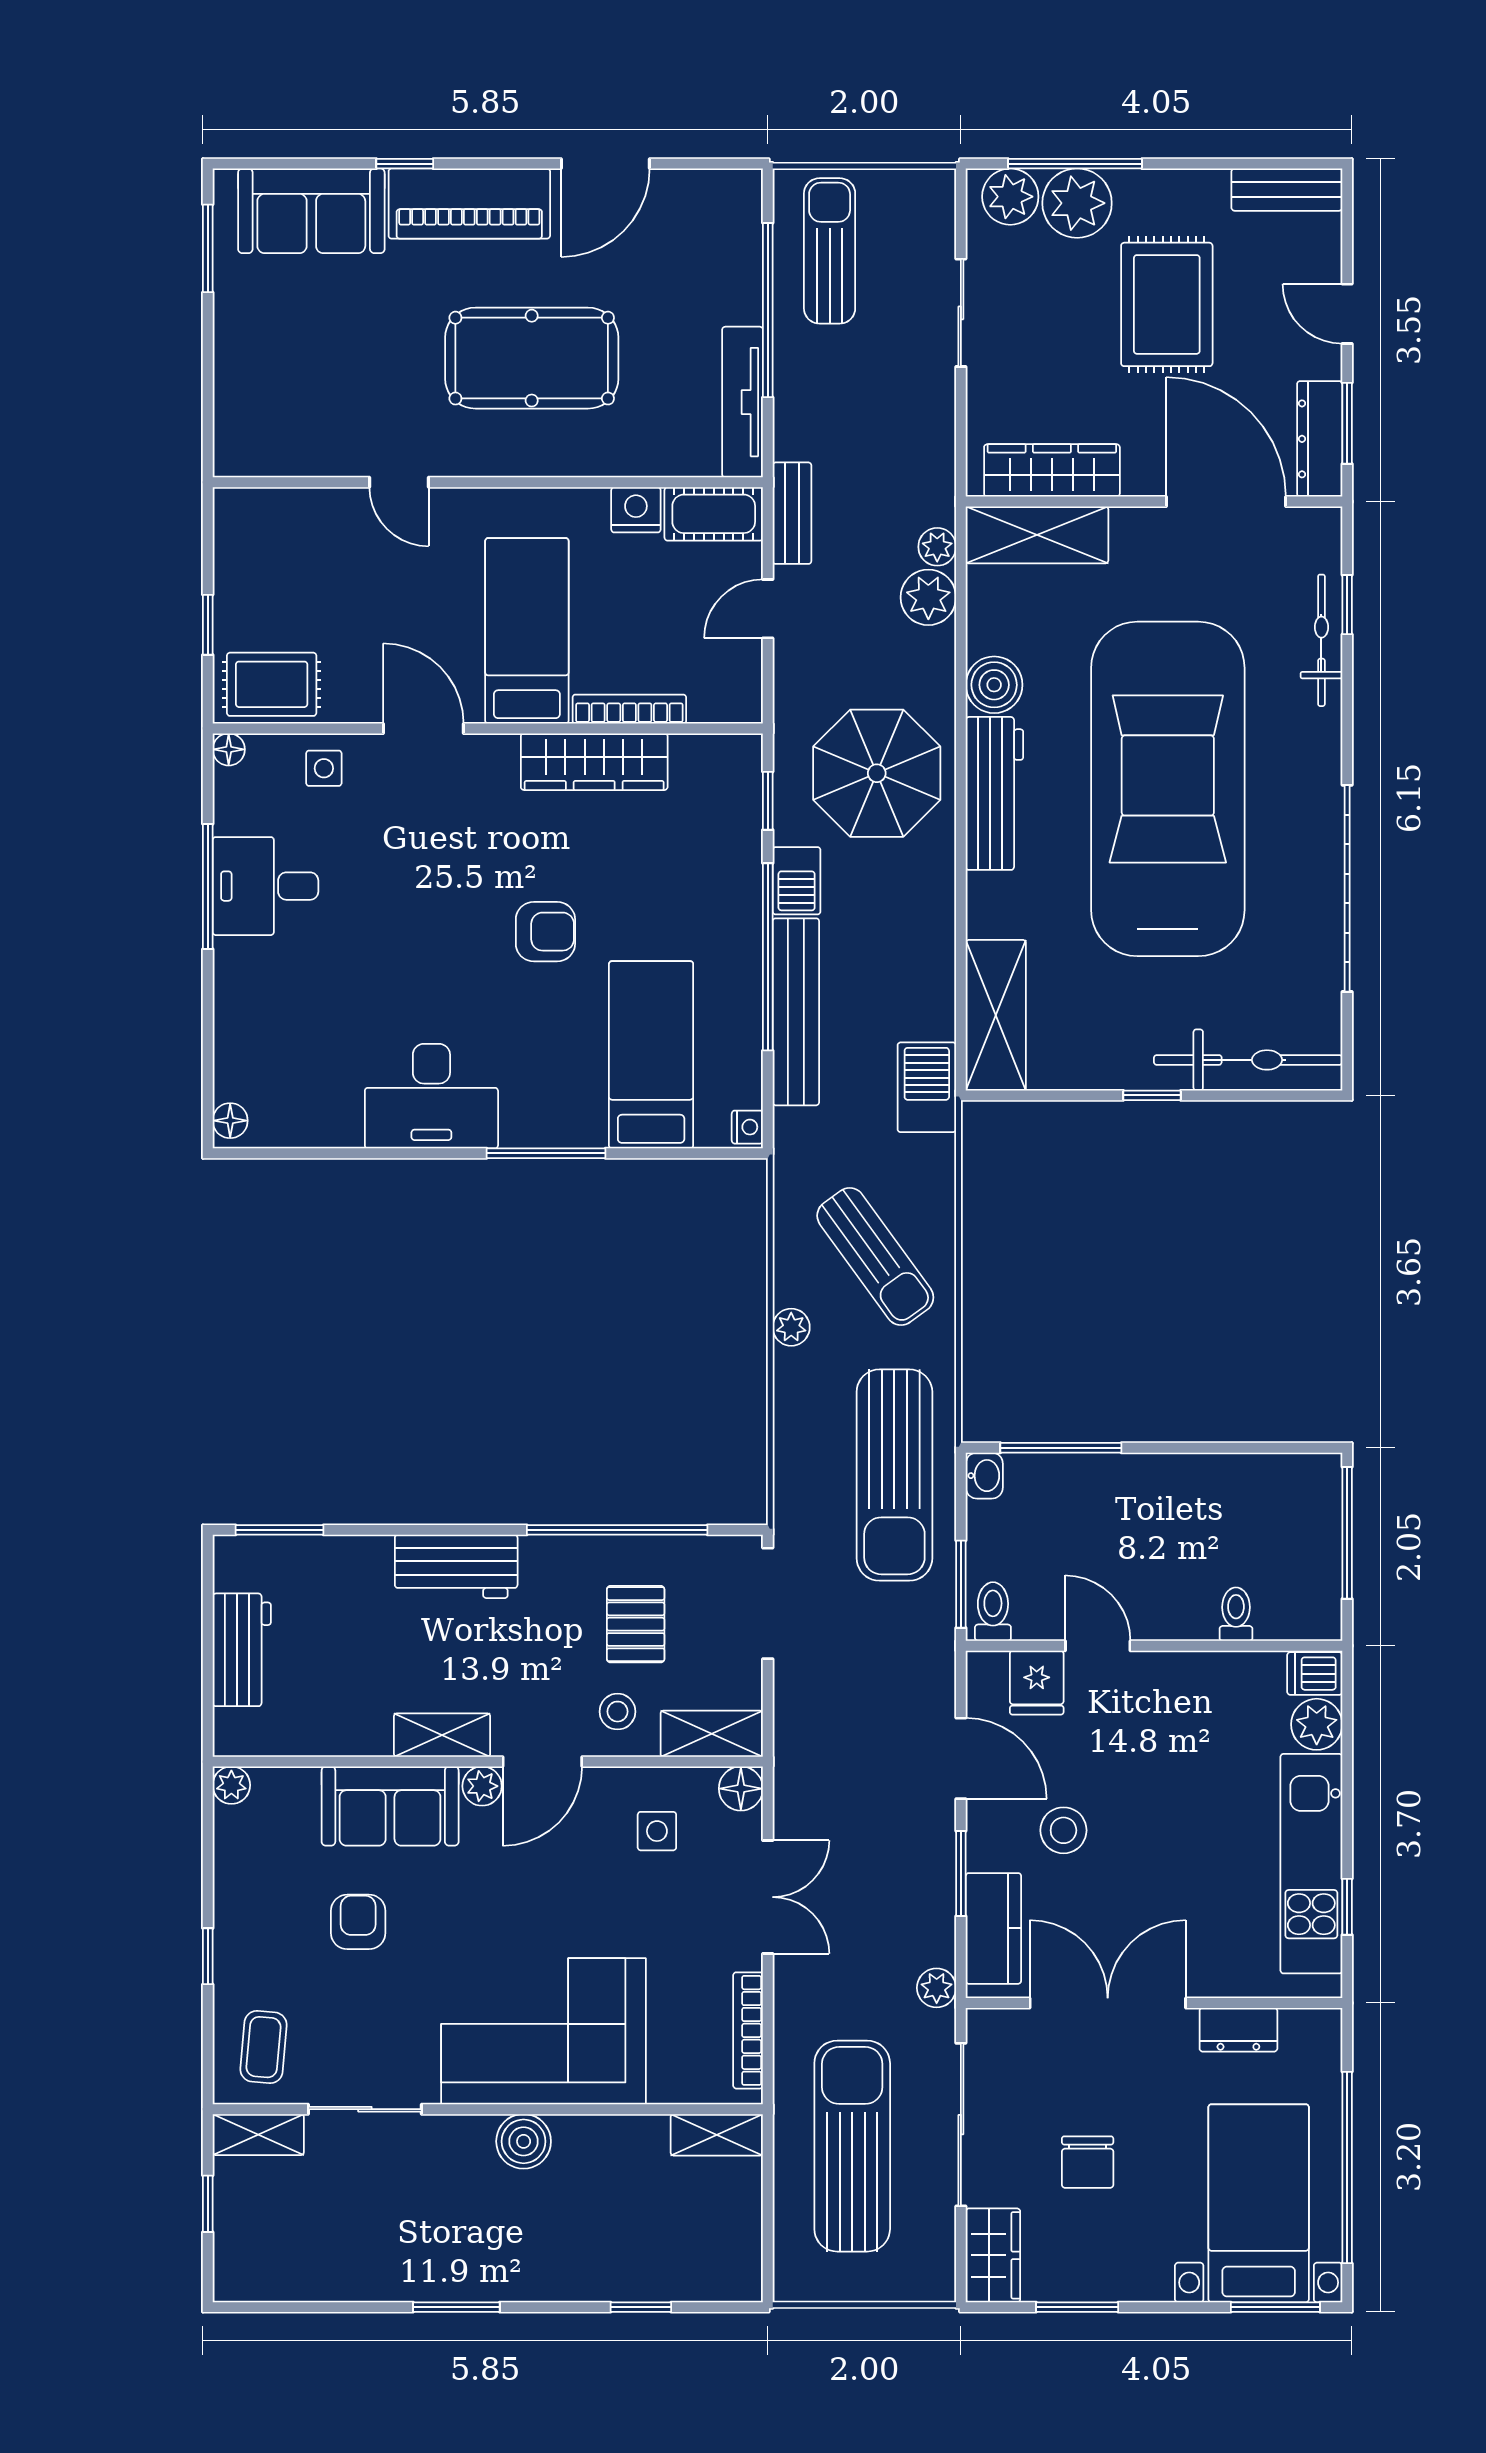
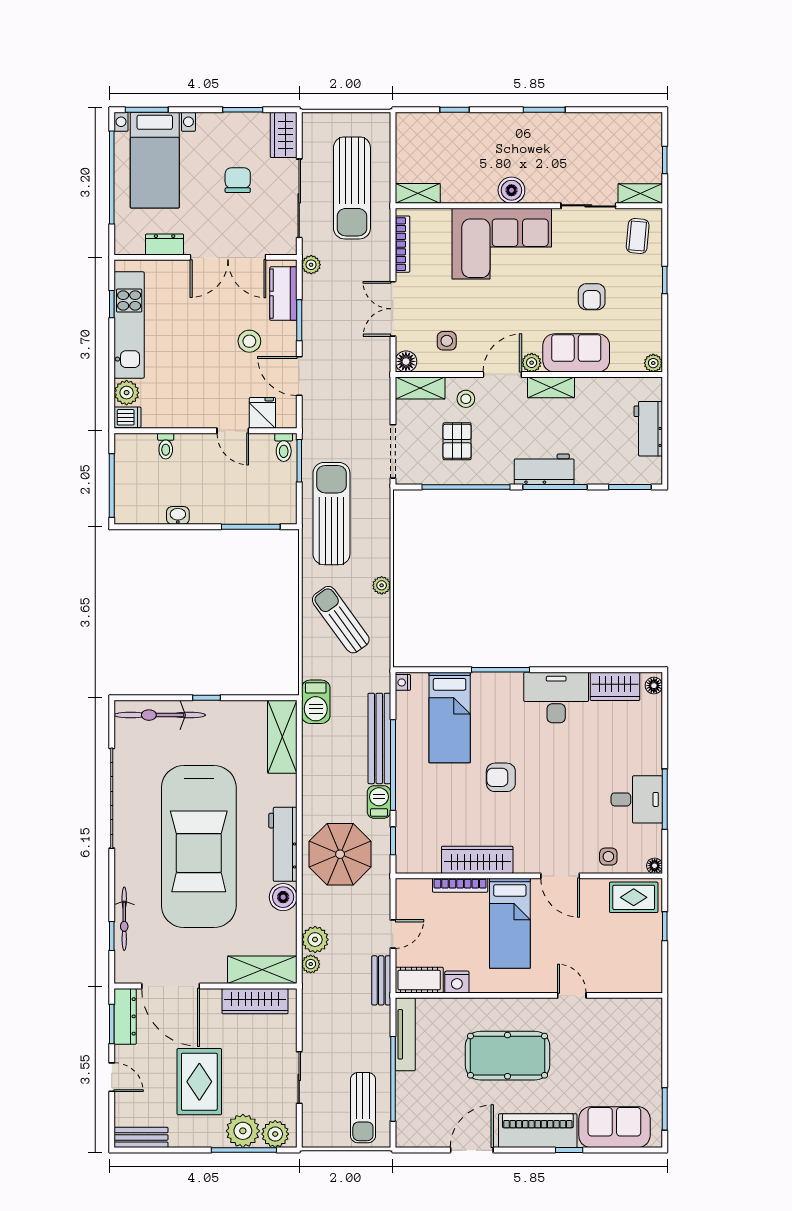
wardrobe: (310, 1119) -> (615, 686), added
washbasin: (984, 1476) -> (178, 515), moved, turned 90
window: (434, 1530) -> (555, 487), added

